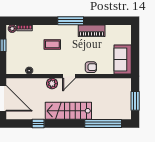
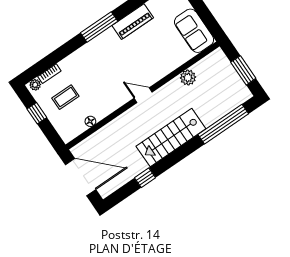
coffee table: (52, 44) -> (65, 97), moved
armchair: (91, 67) -> (162, 66), removed
door: (69, 76) -> (143, 95), swing flipped
plant: (52, 84) -> (188, 78), moved

